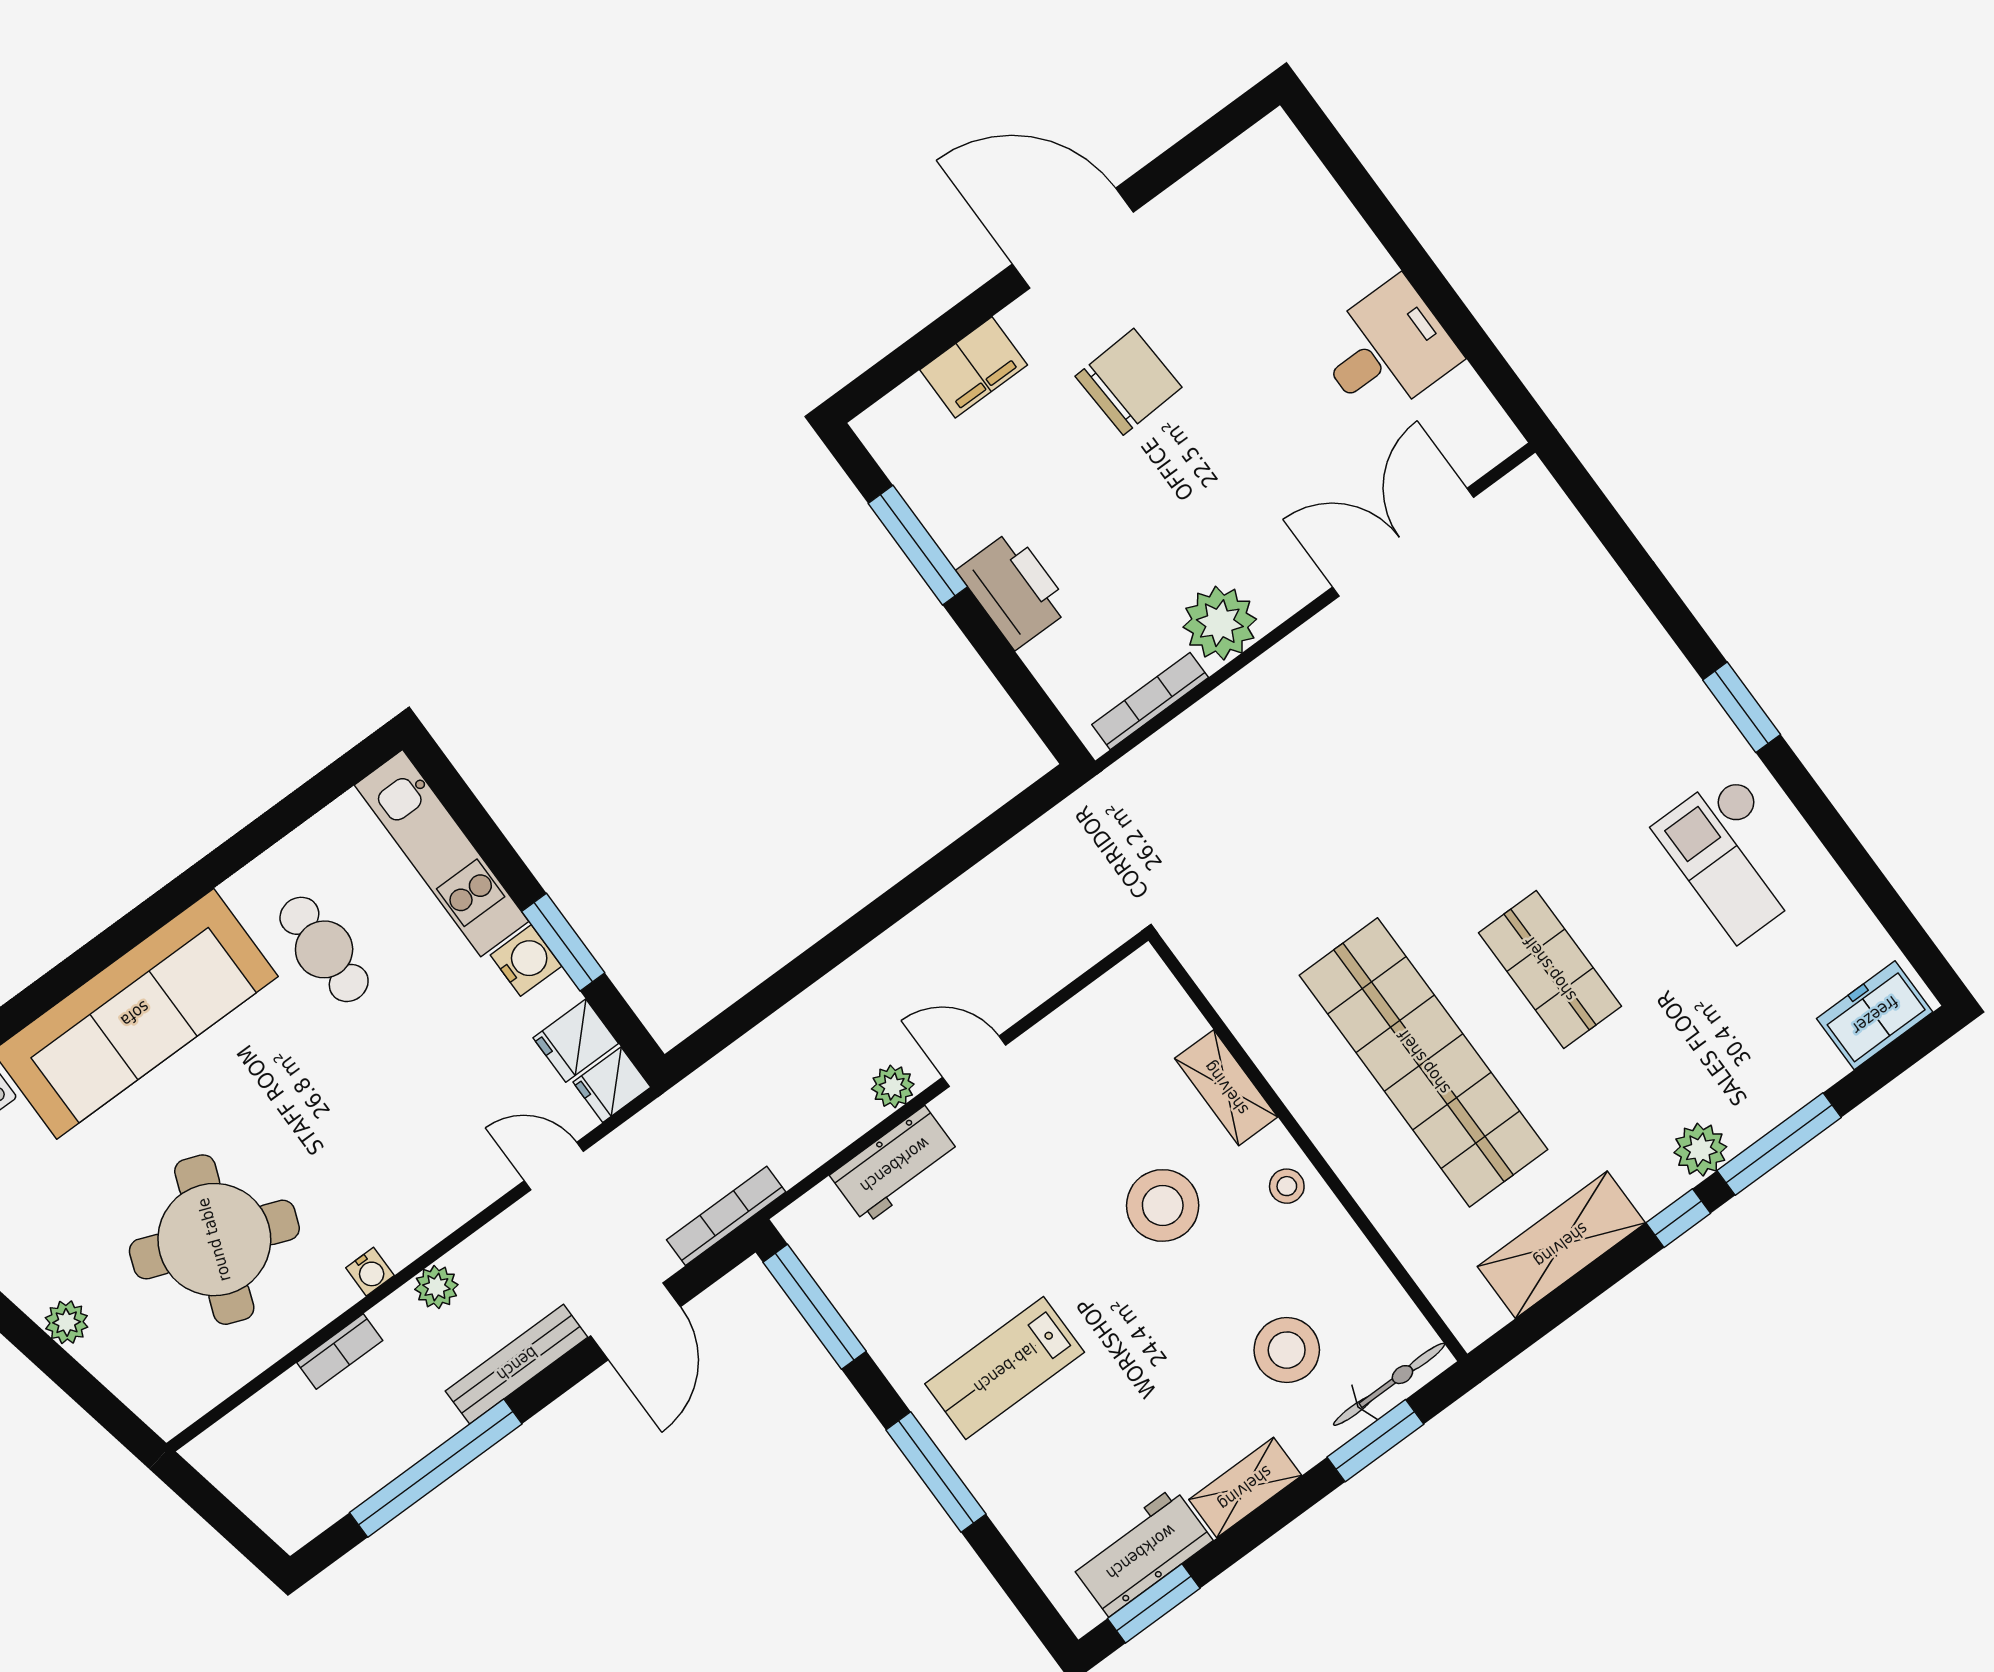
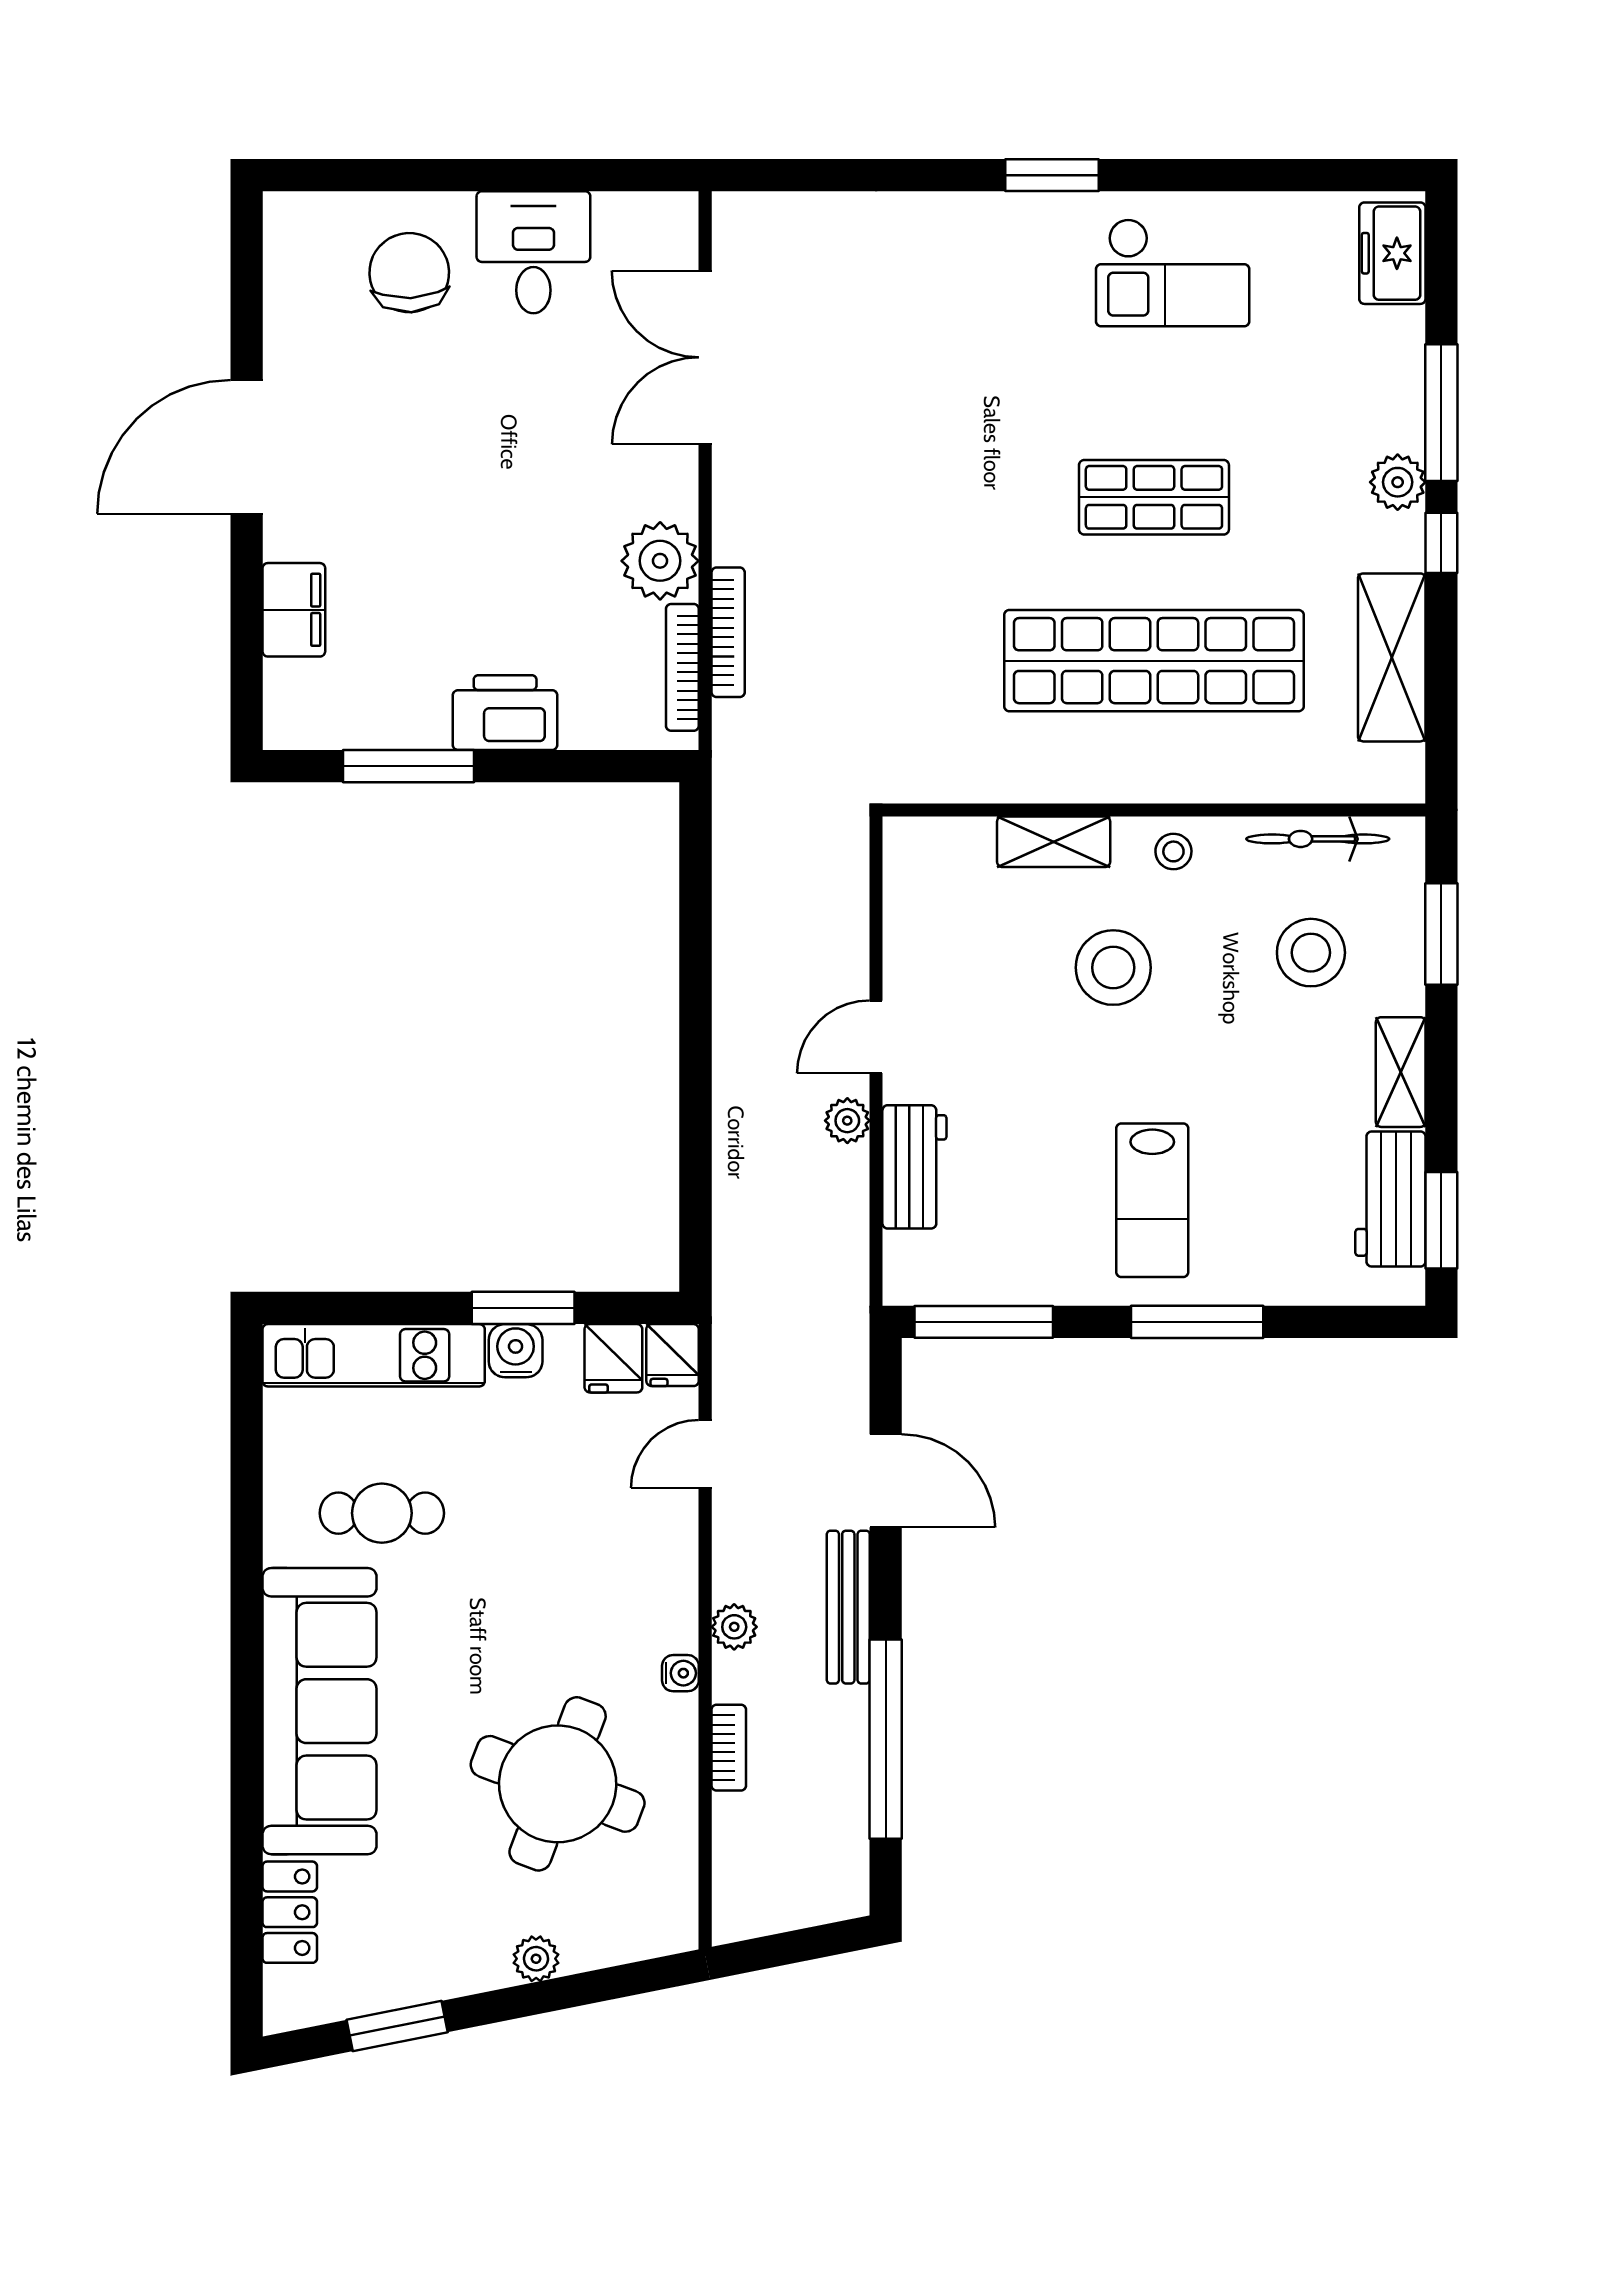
chair: (1129, 382) -> (409, 273), moved
bookcase: (726, 1216) -> (728, 632), moved, turned 180
bicycle: (1389, 1384) -> (1318, 839), moved, turned -90

